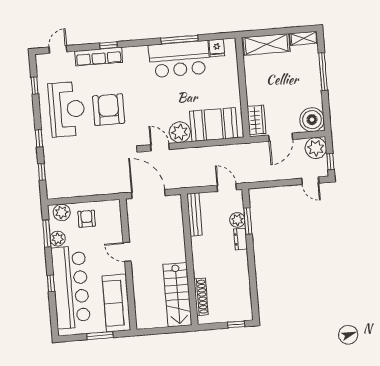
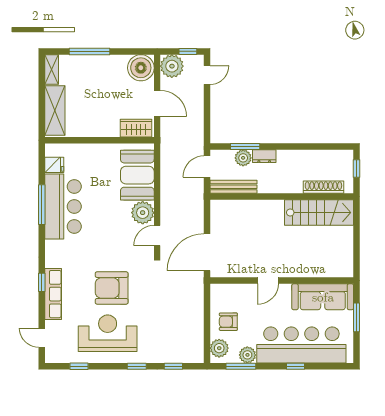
bench: (195, 215) -> (233, 187), moved
wall: (189, 259) -> (282, 196), moved
stairs: (177, 295) -> (319, 212), moved
shoe rack: (201, 297) -> (323, 187), moved

